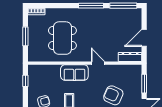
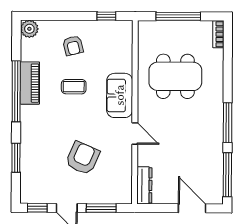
window: (25, 36) -> (178, 16), width x1.44
door: (144, 38) -> (192, 208), moved
door: (98, 63) -> (135, 134), hinge flipped

